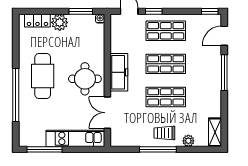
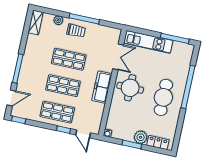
window: (81, 11) -> (132, 145), moved

